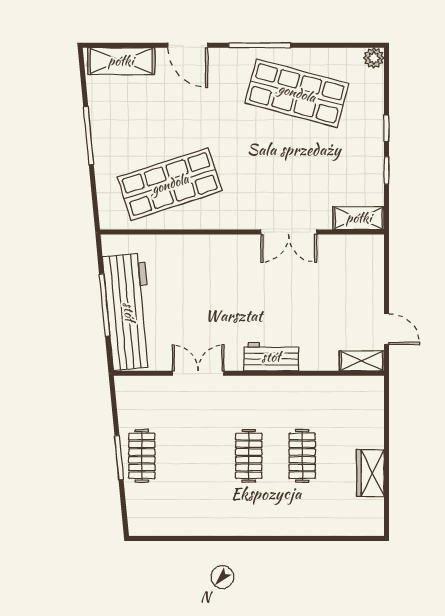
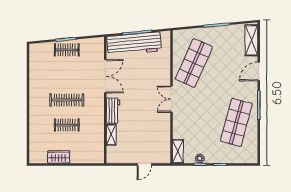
plant: (374, 58) -> (200, 158), moved
shop shelf: (170, 184) -> (194, 63), turned 42
double door: (289, 232) -> (171, 99), moved
door: (386, 329) -> (144, 164), moved
shelving: (362, 361) -> (111, 135), moved
double door: (198, 373) -> (105, 76), width x1.37
clothes rail: (249, 456) -> (67, 100), width x1.36

